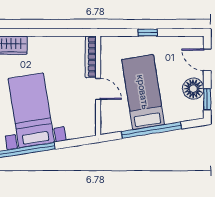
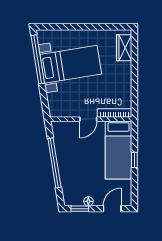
floor lamp: (193, 89) -> (88, 201), width x0.53, depth x0.53
bed: (143, 92) -> (119, 150), moved, turned 99

